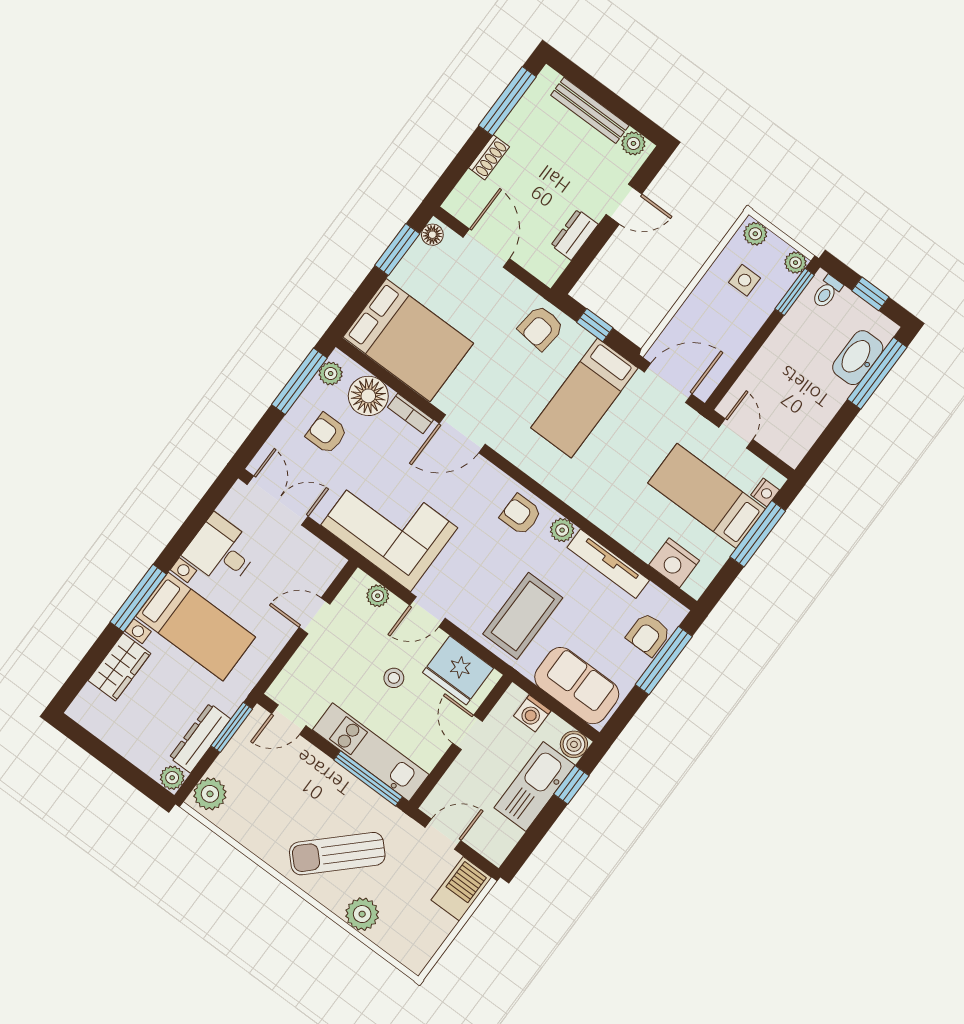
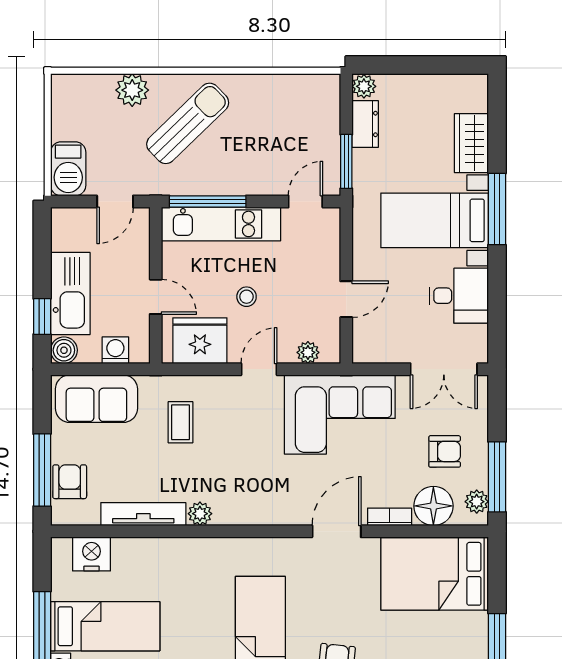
armchair: (521, 515) -> (242, 502), removed
coffee table: (523, 616) -> (181, 422), width x0.54, depth x0.58
dresser: (200, 738) -> (365, 124), width x0.70
plant: (210, 794) -> (324, 96), removed

